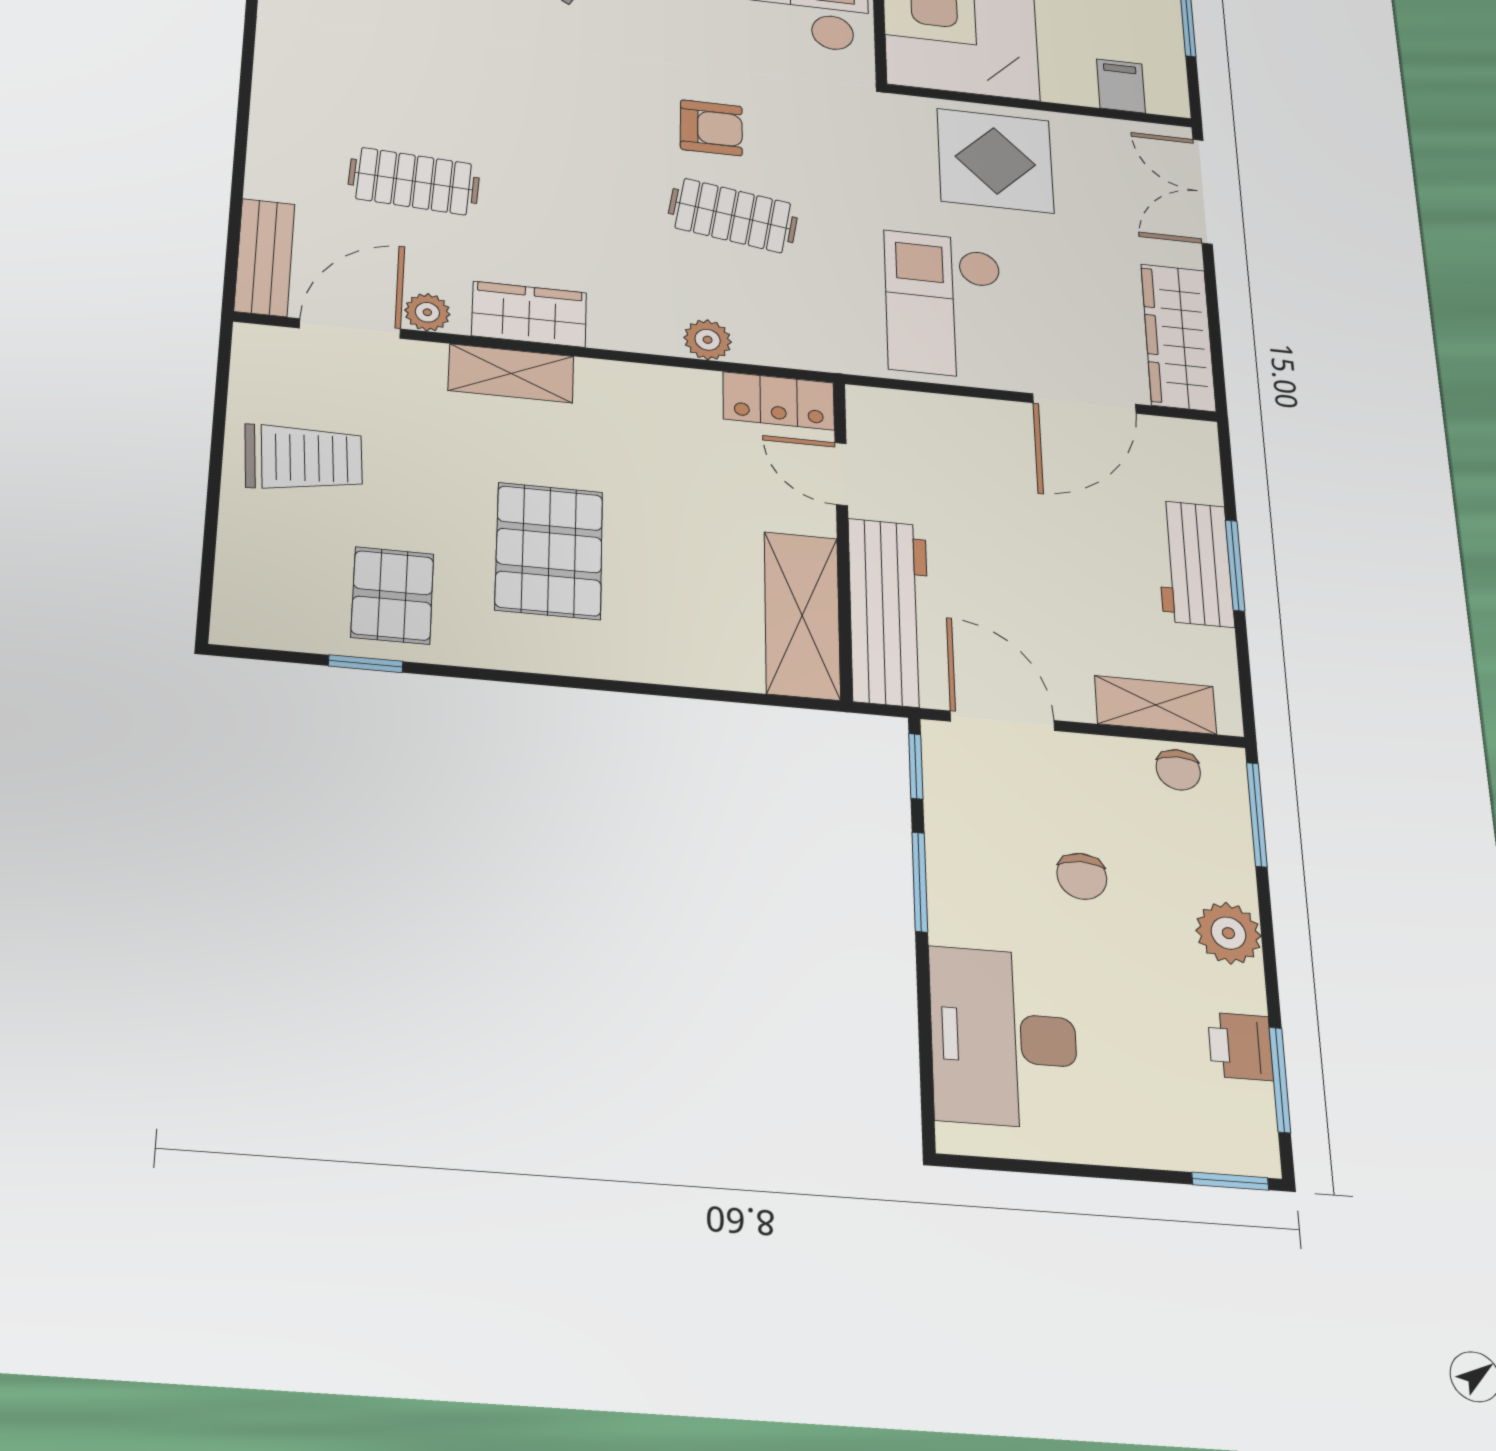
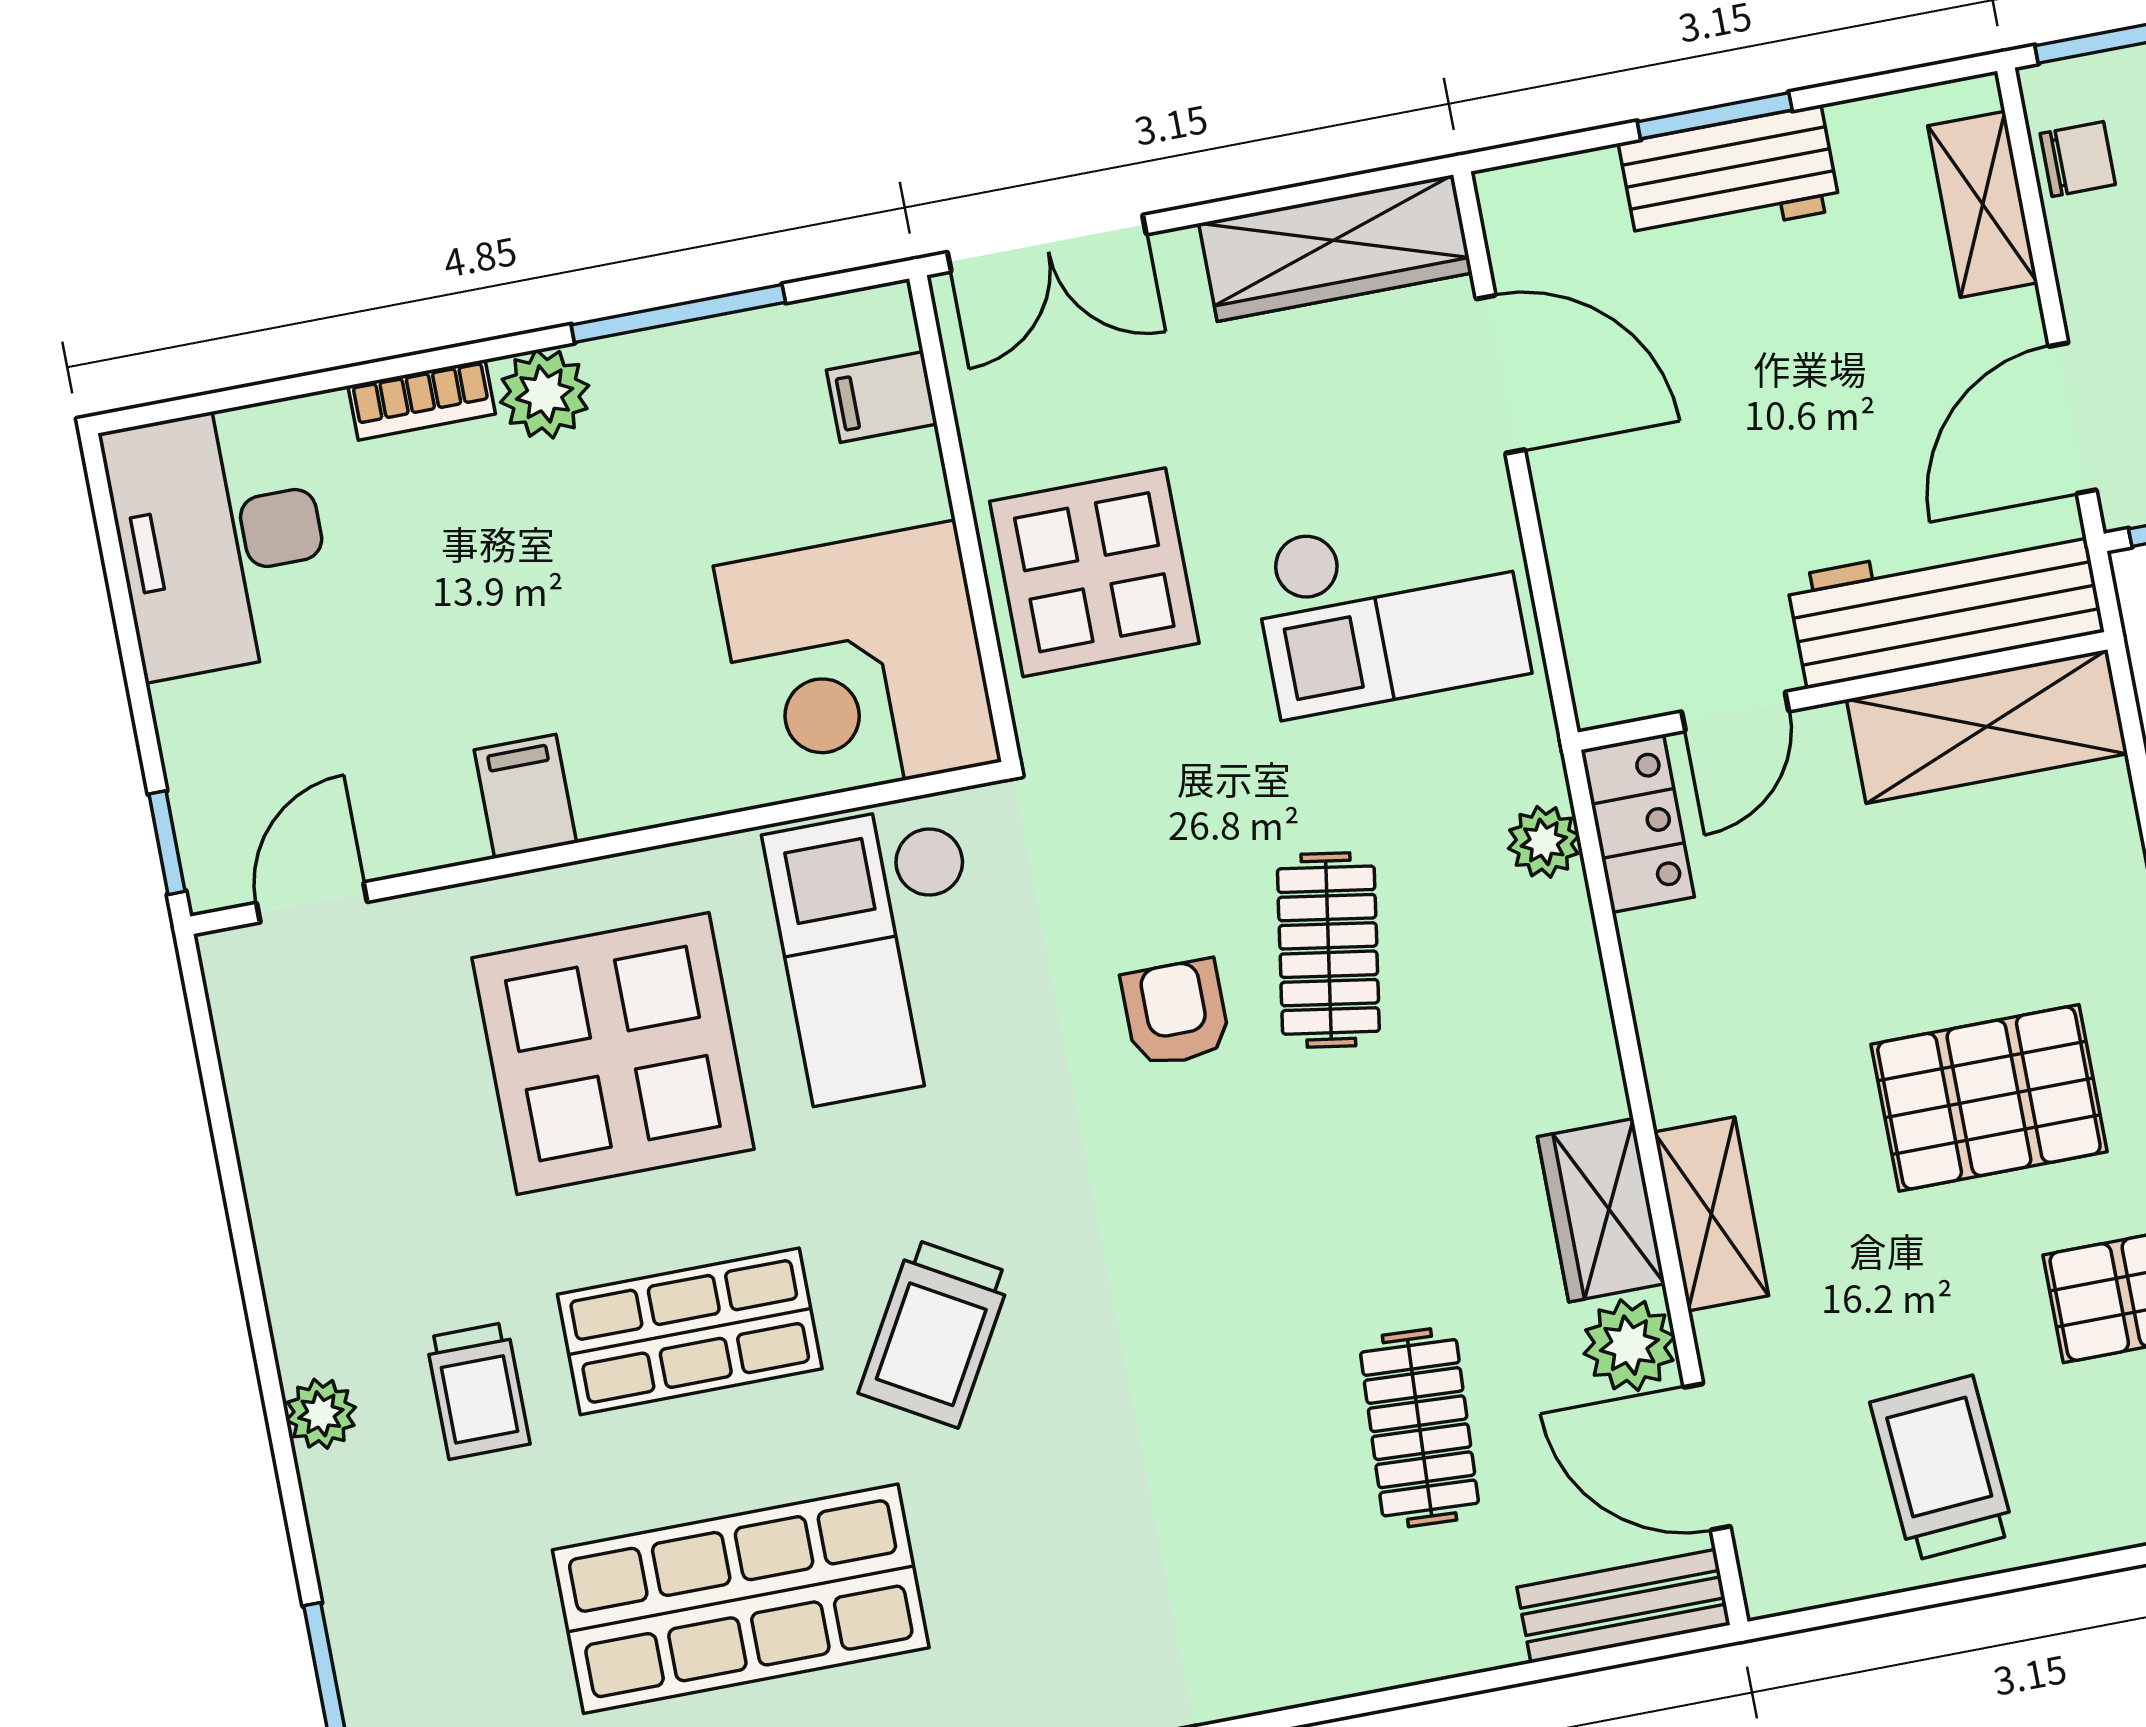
plant: (427, 312) -> (1629, 1345), width x1.38, depth x1.38
plant: (708, 340) -> (1544, 842), moved

